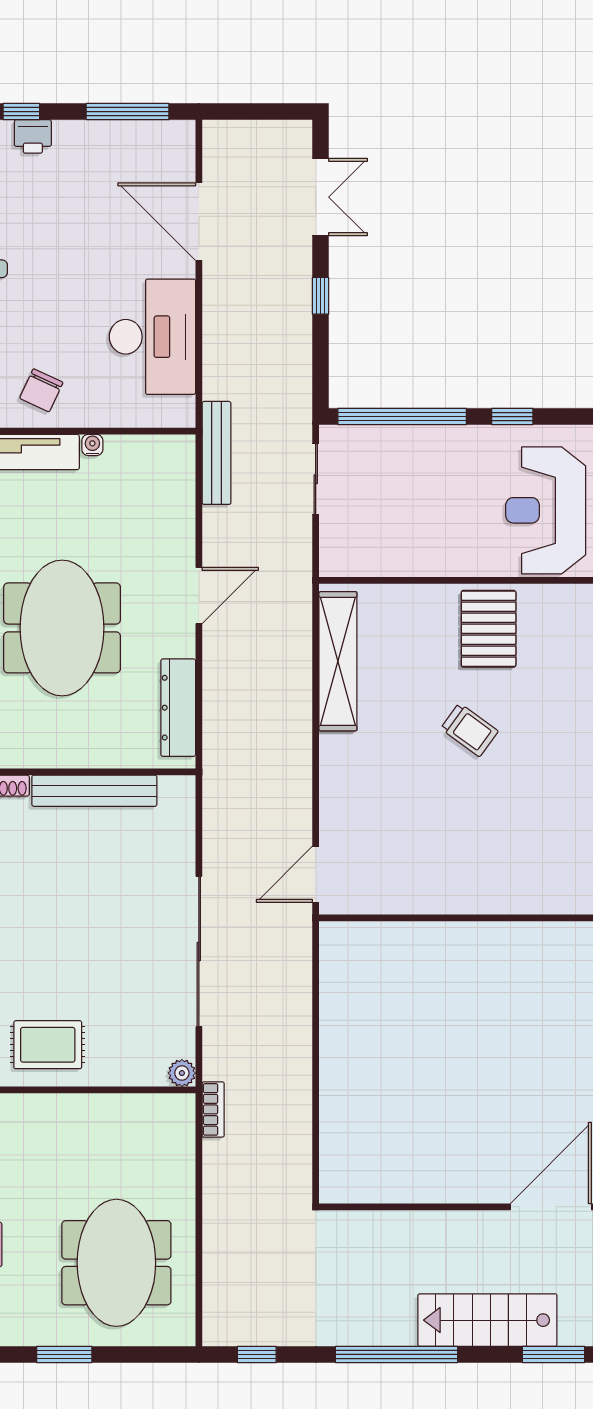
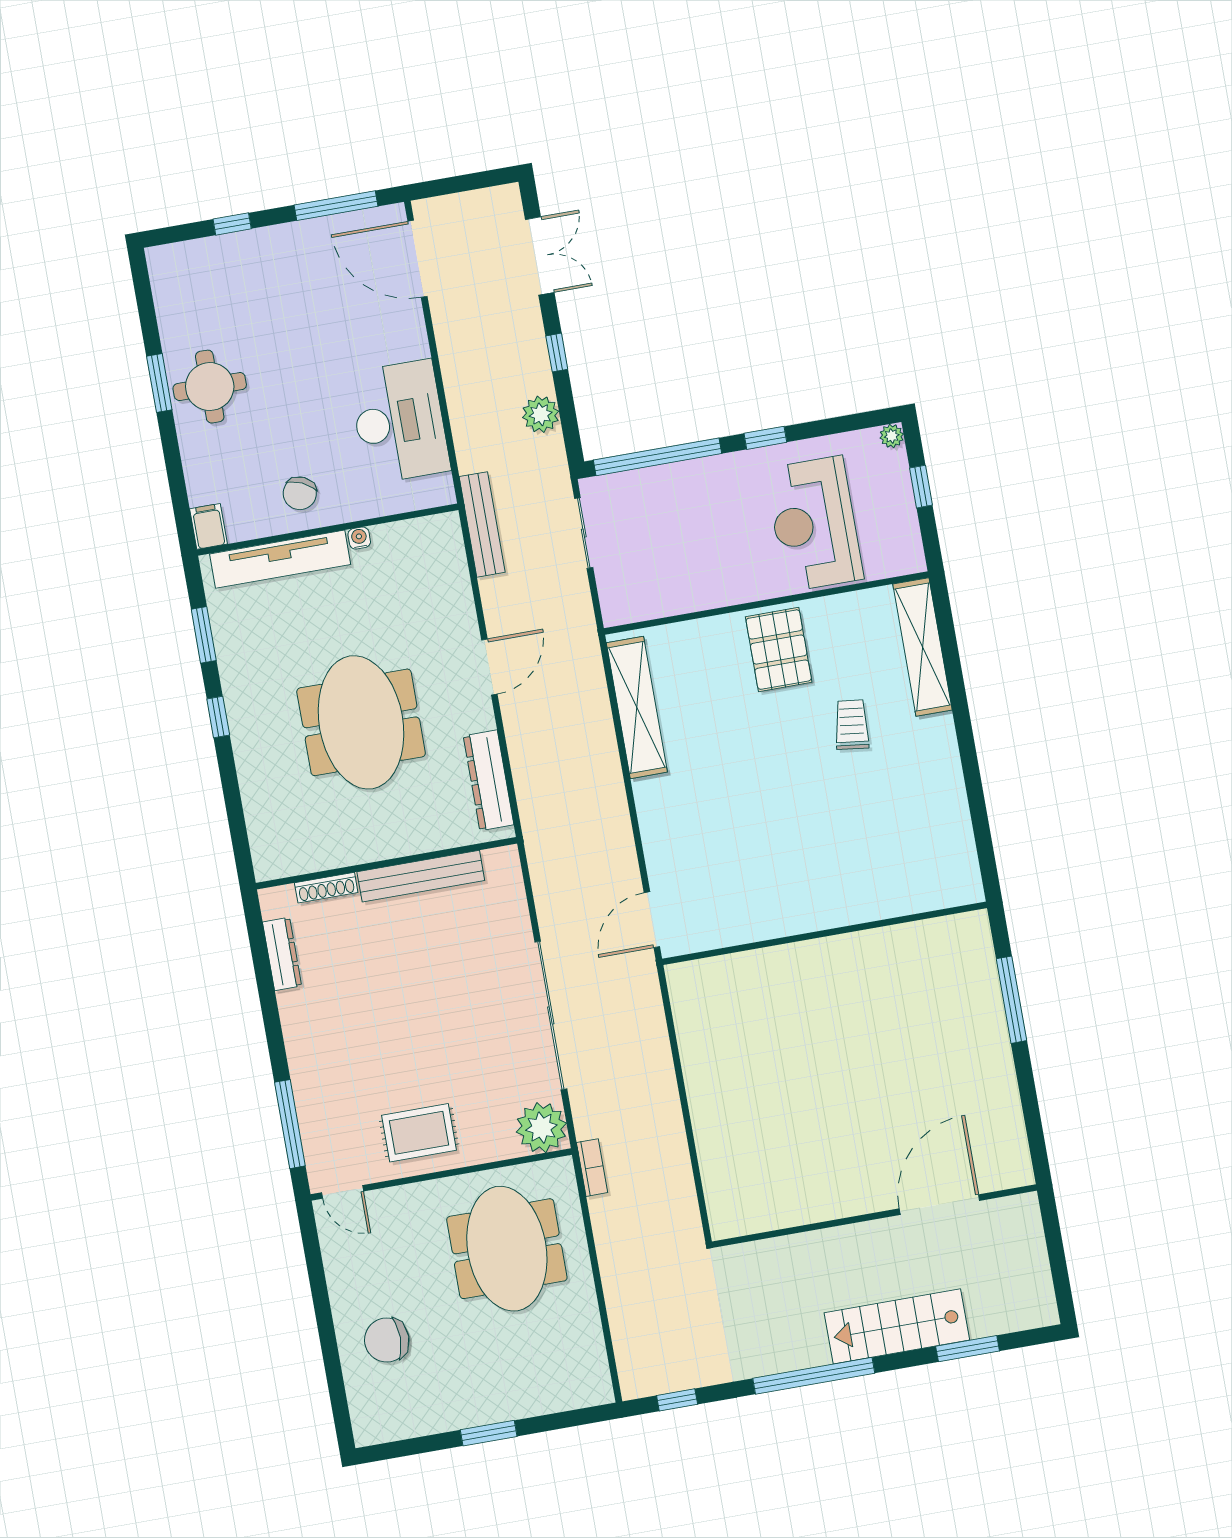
printer: (33, 136) -> (248, 246), removed
door: (199, 222) -> (417, 259), moved
plant: (294, 354) -> (541, 414), added
trolley: (469, 730) -> (852, 725), moved, turned -119
plant: (182, 1073) -> (541, 1128), width x1.88, depth x1.88
meeting table: (116, 1263) -> (507, 1249), moved

